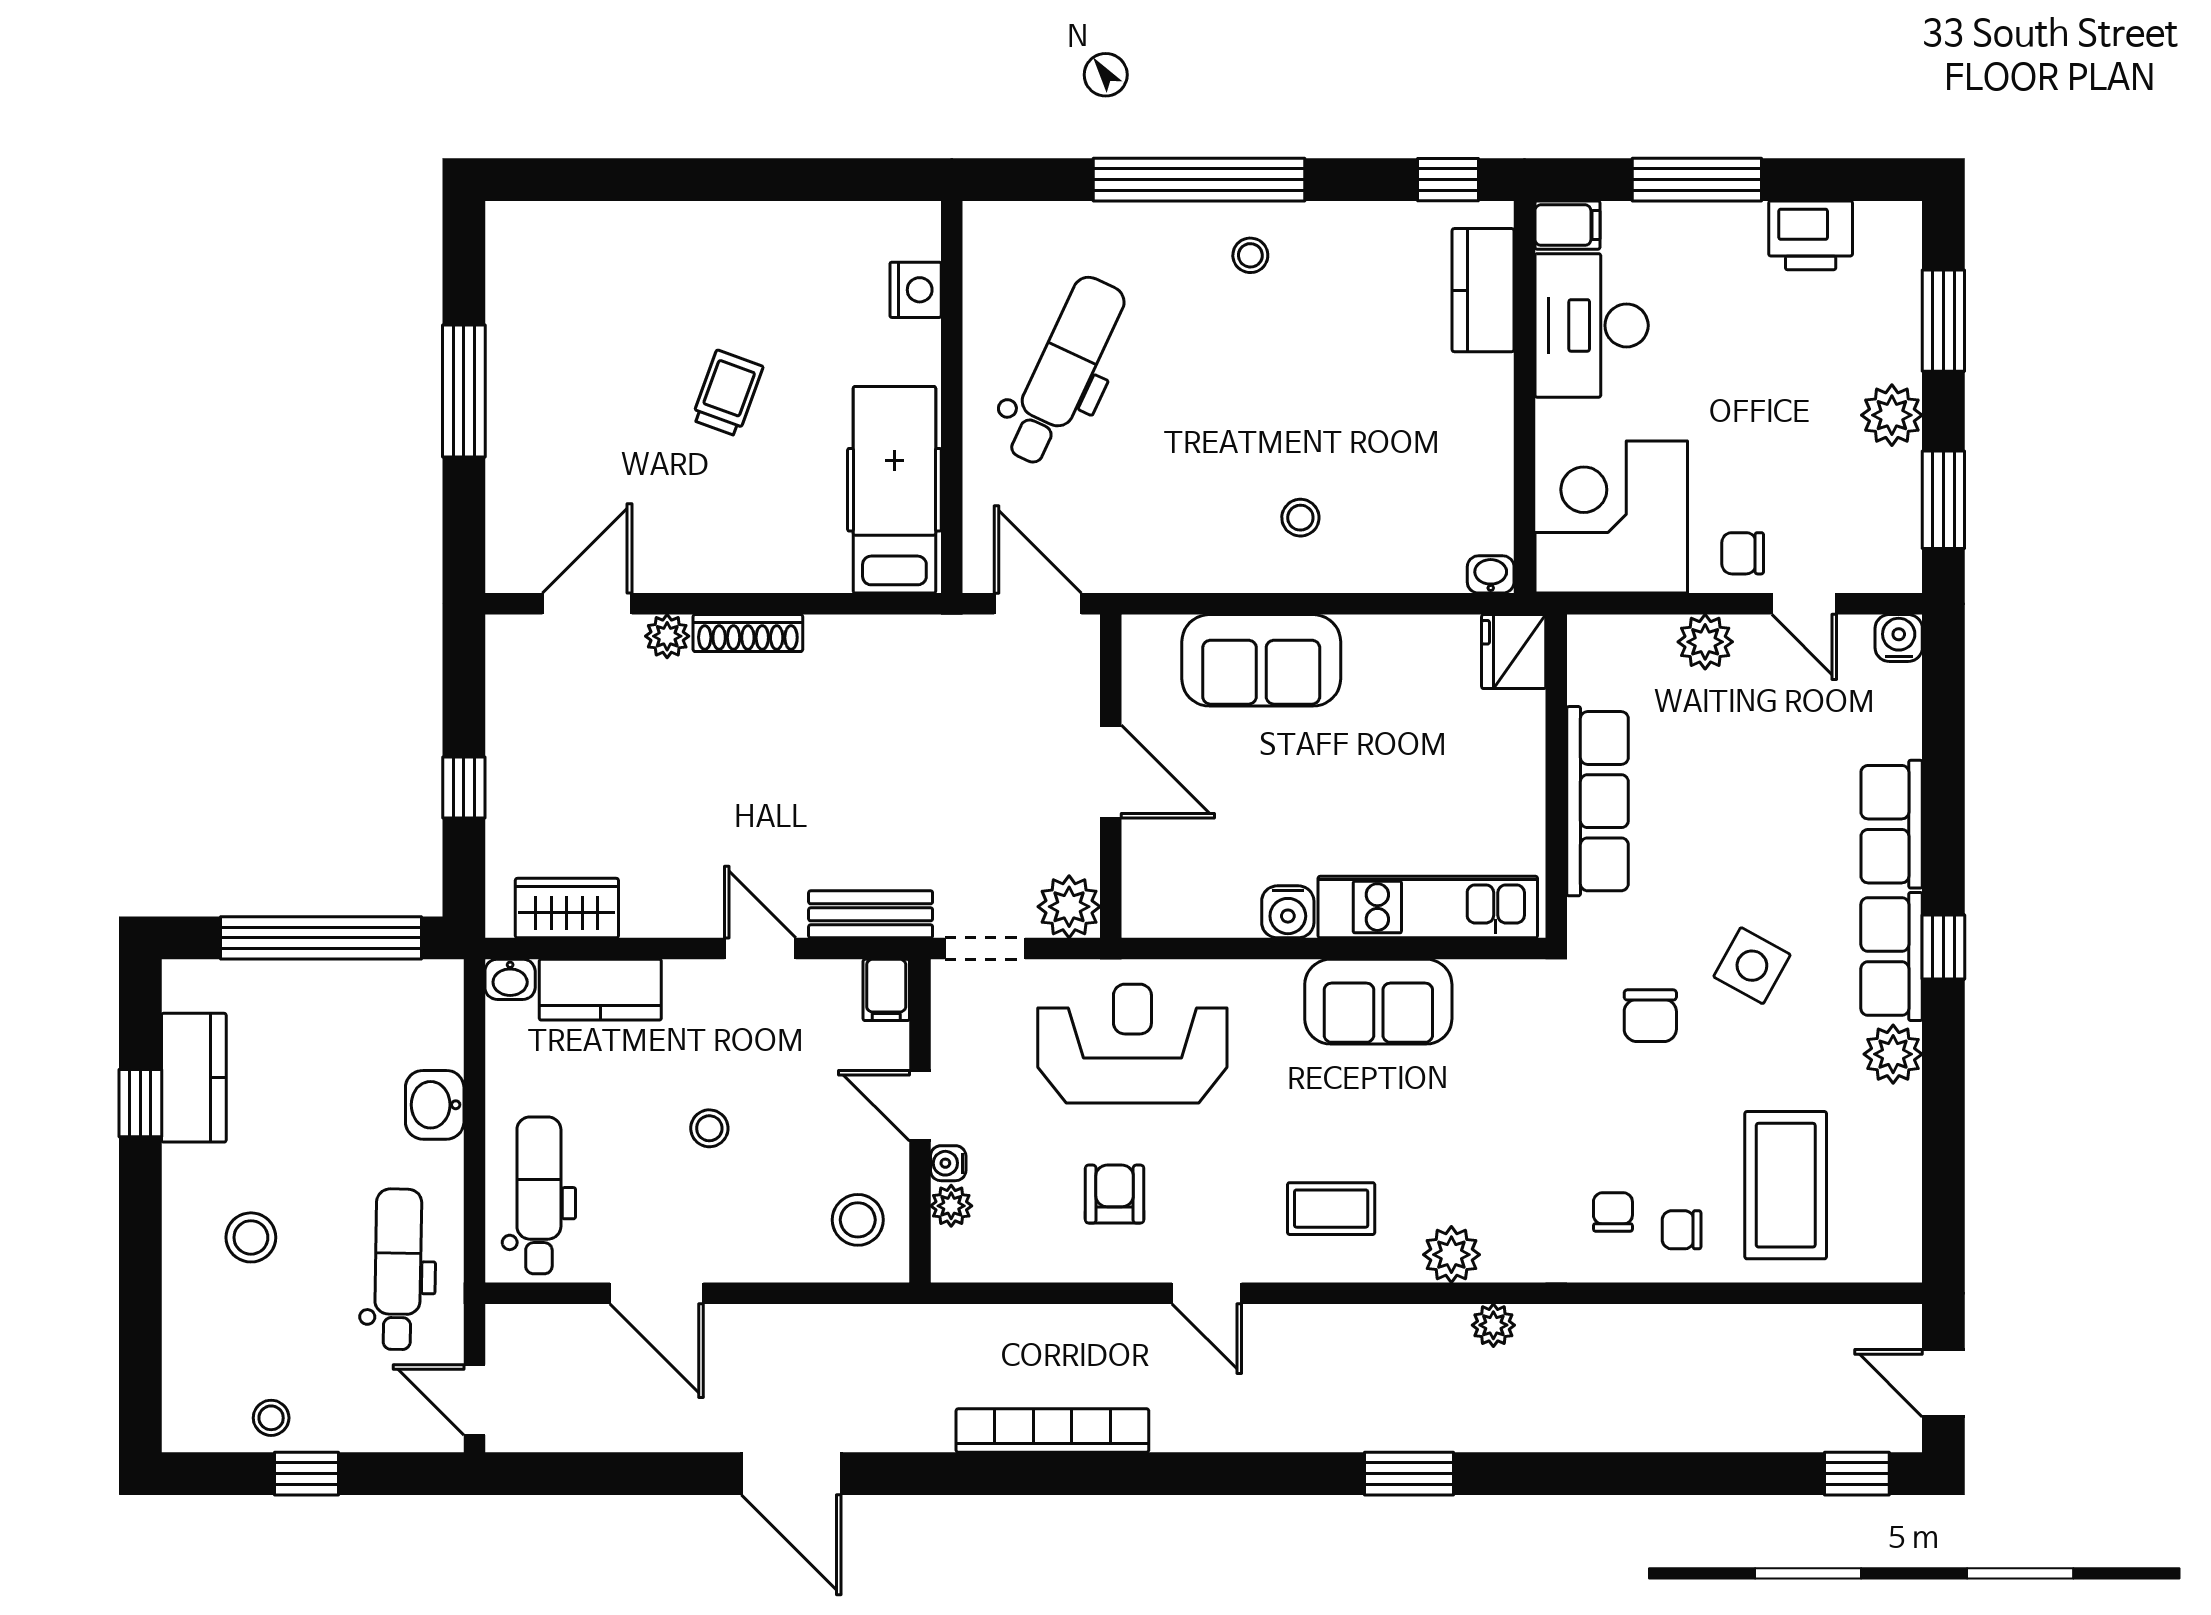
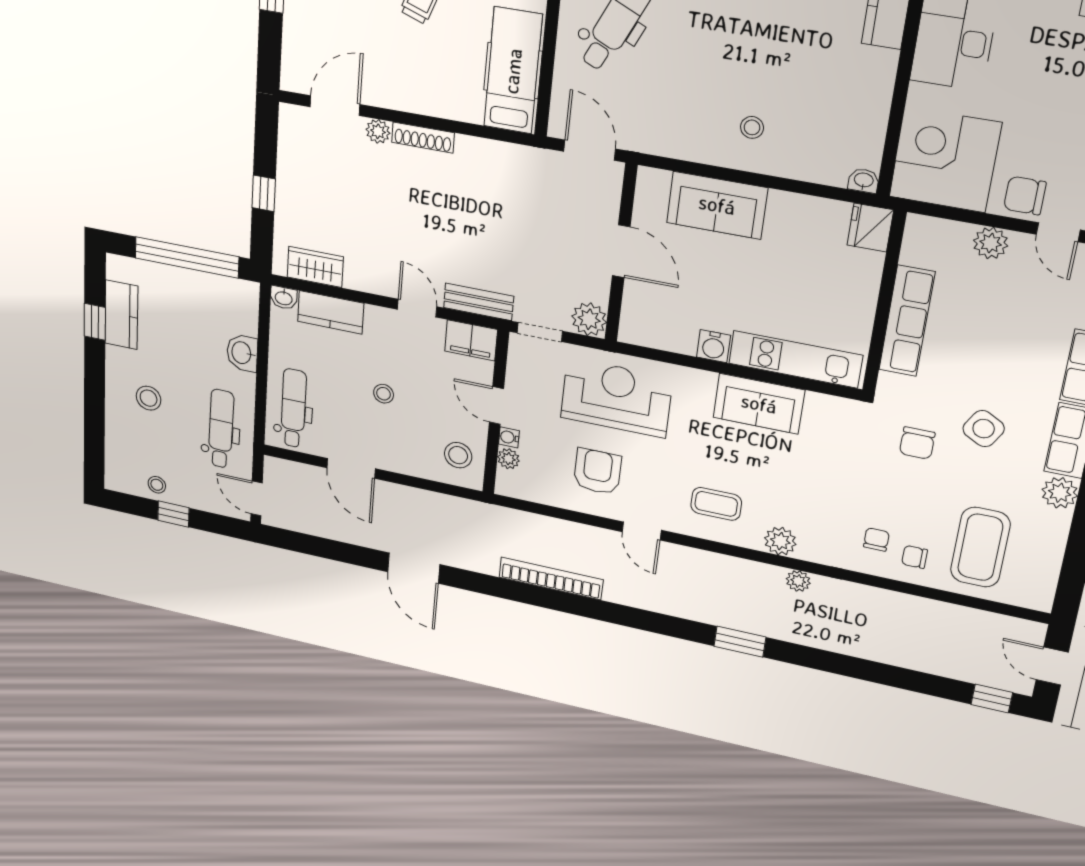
chair: (1743, 553) -> (1025, 196), width x1.37, depth x1.37
filing cabinet: (886, 990) -> (471, 340), width x2.00
armchair: (1115, 1194) -> (597, 472), width x1.38, depth x1.38

